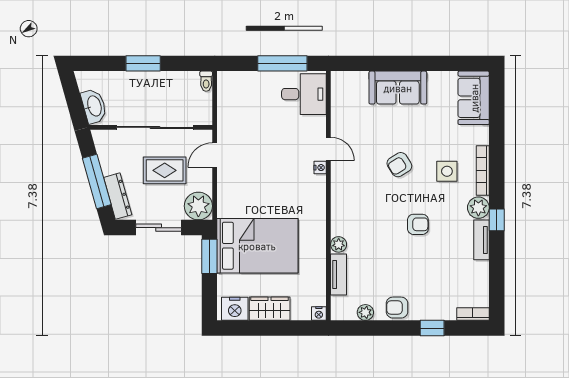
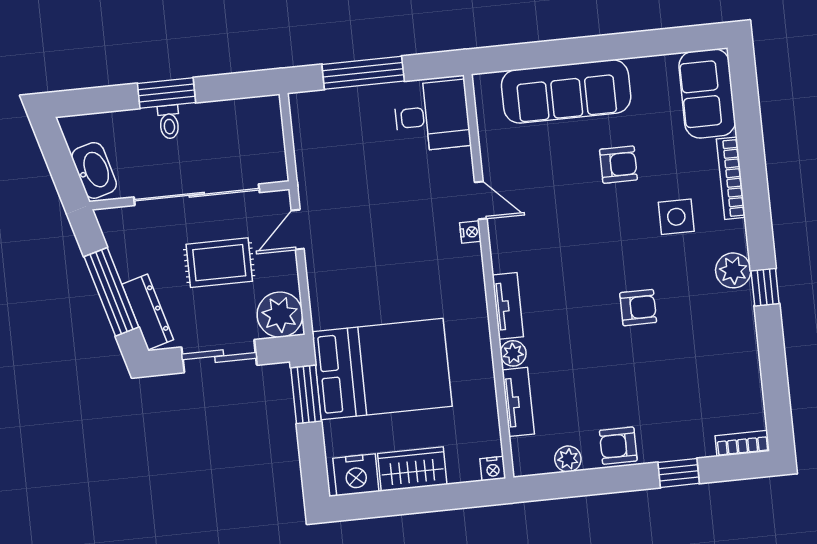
window: (282, 63) -> (363, 73), moved
toilet: (206, 81) -> (169, 122), moved
sofa: (398, 88) -> (566, 91), width x1.36
armchair: (399, 165) -> (618, 165), moved, turned -148
bookcase: (483, 170) -> (731, 178), moved
tv unit: (482, 240) -> (508, 306), moved, turned 180

